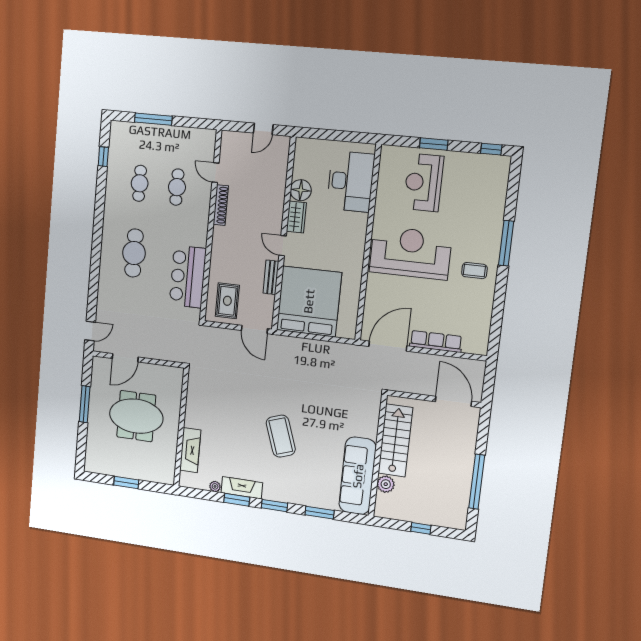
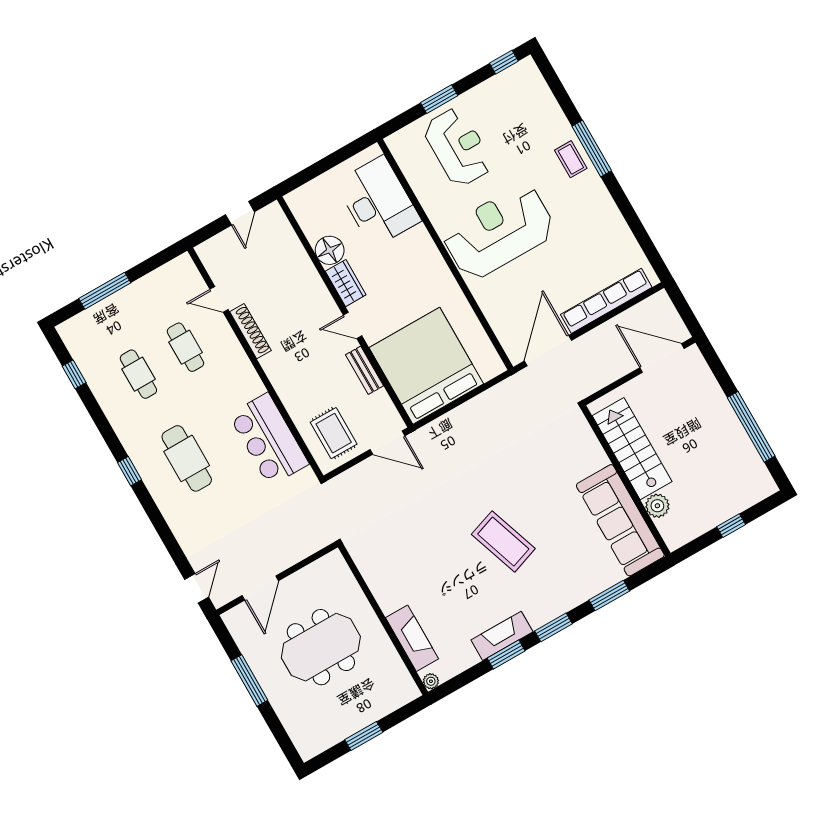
reception desk: (424, 183) -> (458, 147), turned 180
window: (97, 236) -> (130, 471), added
coffee table: (474, 271) -> (571, 159), moved, turned 90
row of seats: (436, 341) -> (606, 301), width x1.36
plant: (215, 486) -> (431, 681), moved

